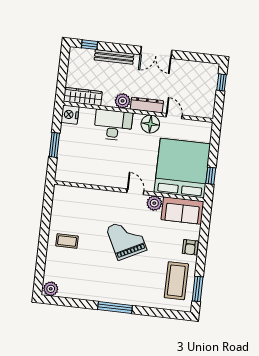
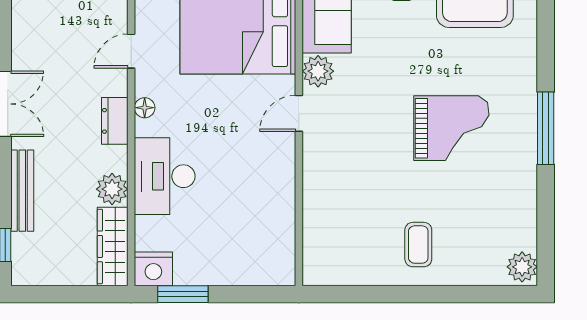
plant: (123, 101) -> (112, 189), moved
dresser: (147, 105) -> (115, 121), width x0.70
floor lamp: (150, 124) -> (145, 108), width x0.53, depth x0.53
window: (54, 145) -> (183, 294), moved
grand piano: (126, 239) -> (451, 128), moved, turned -153

